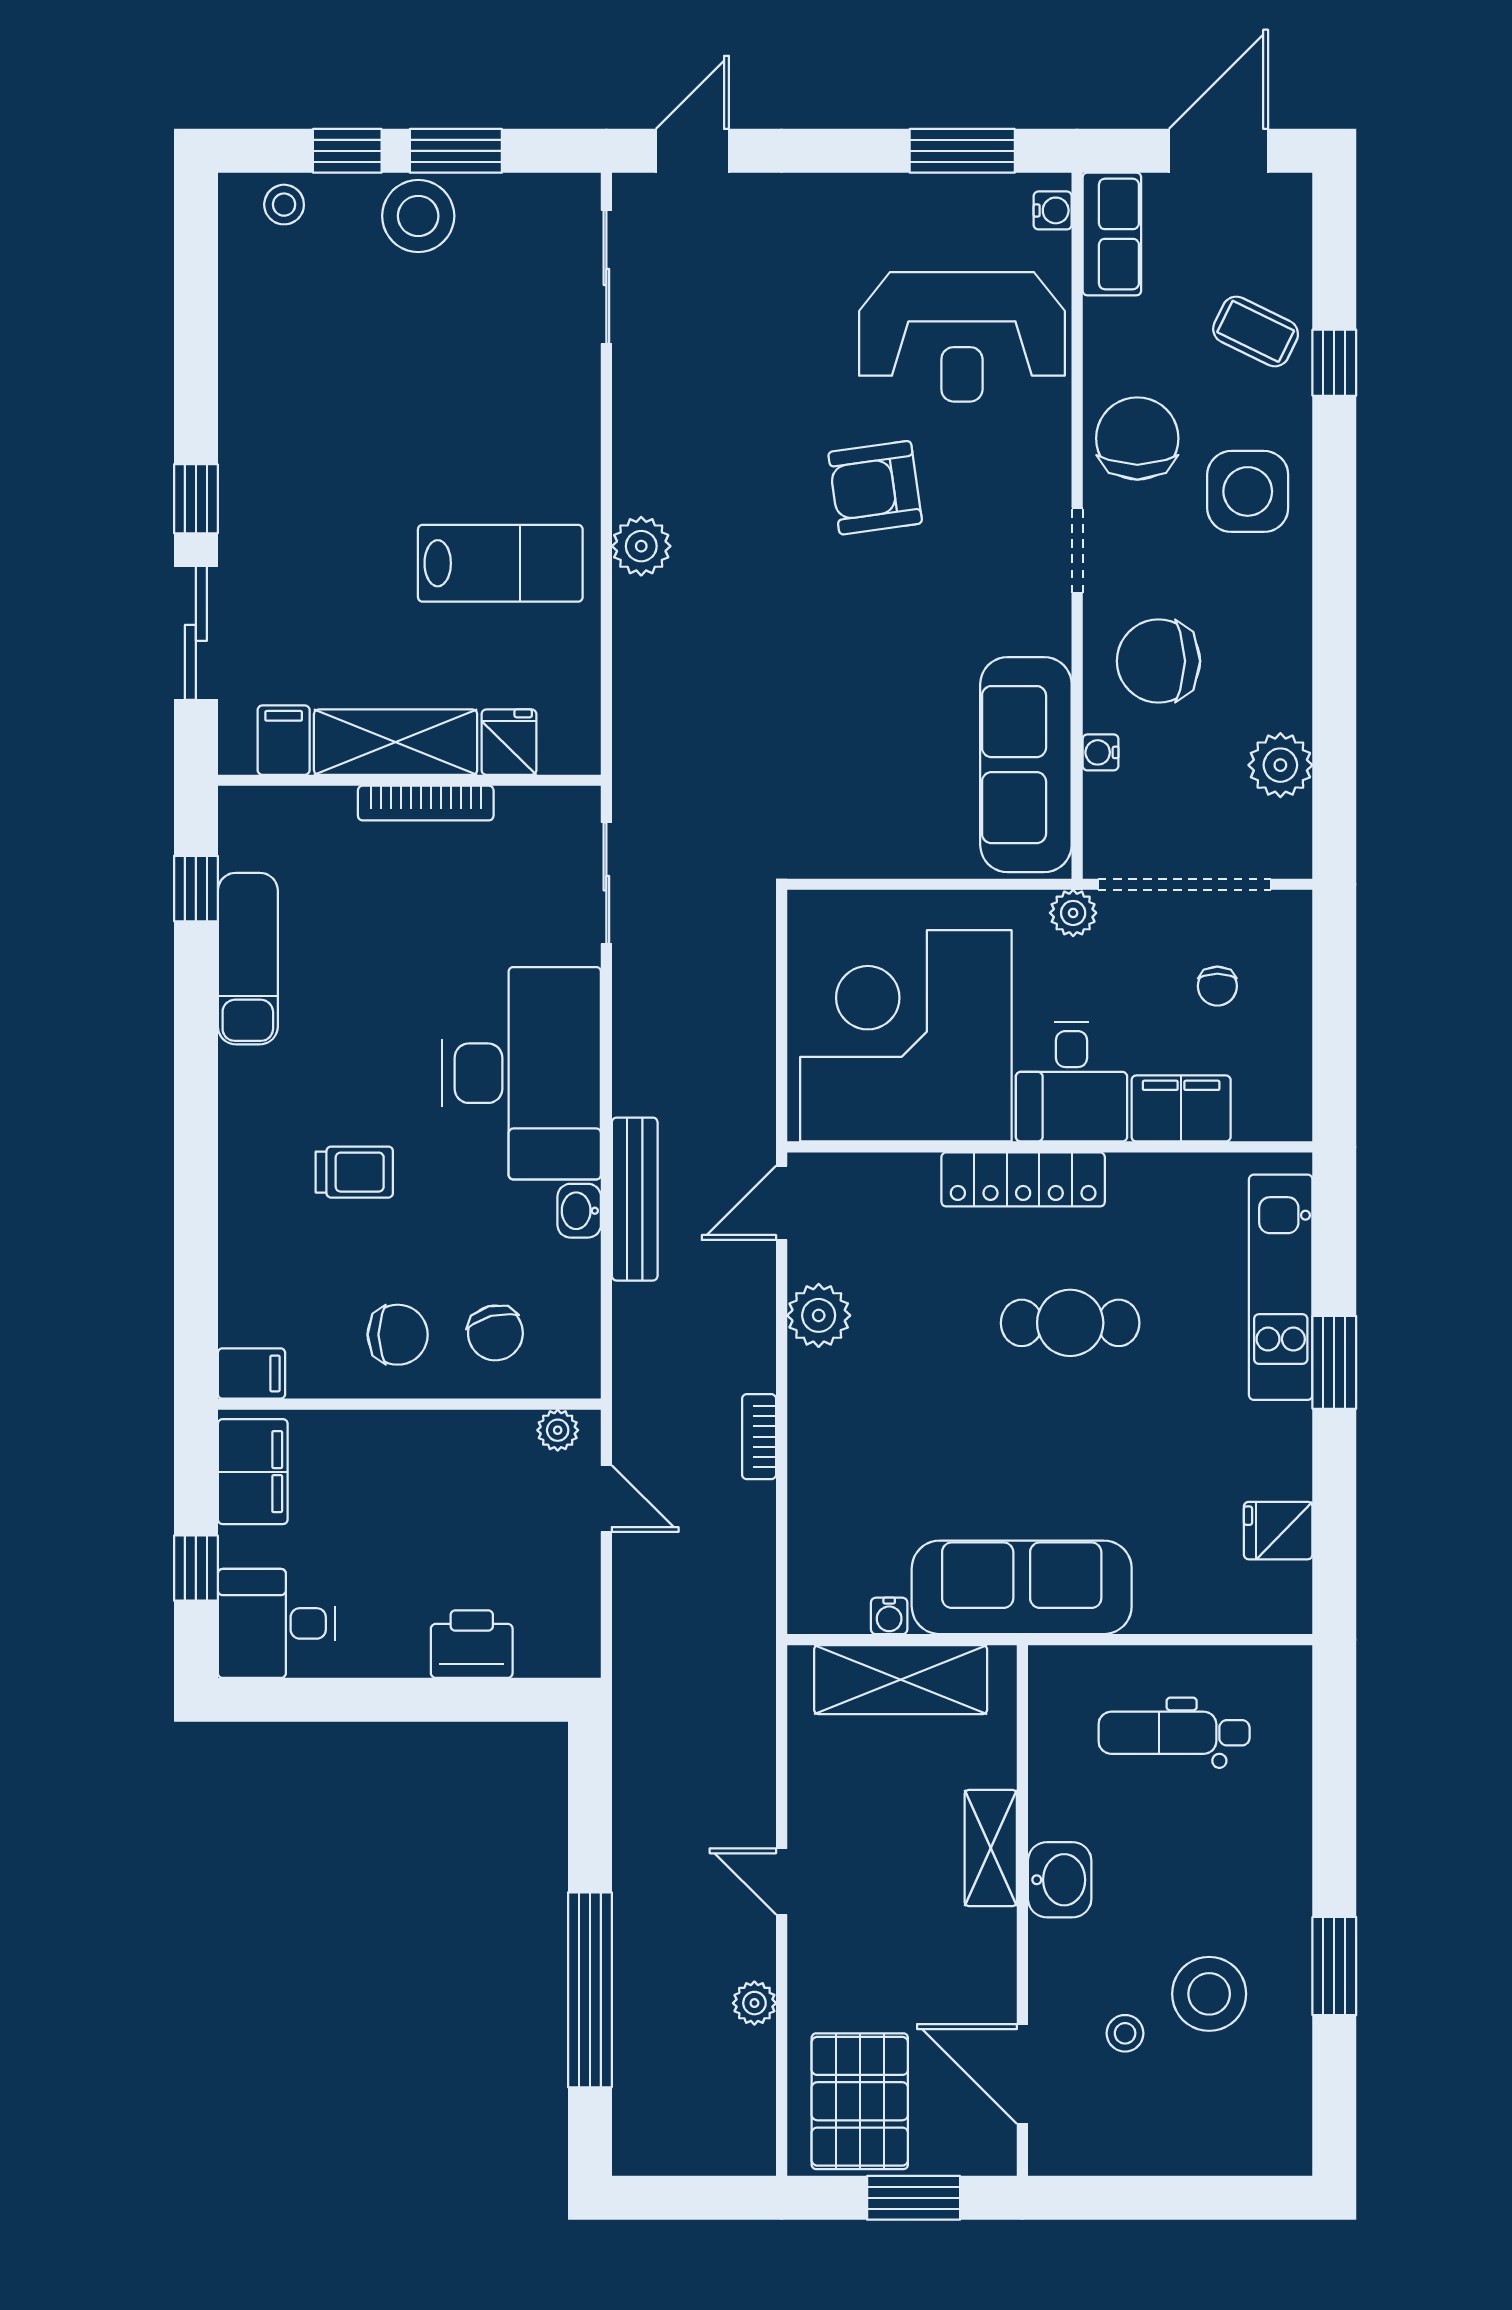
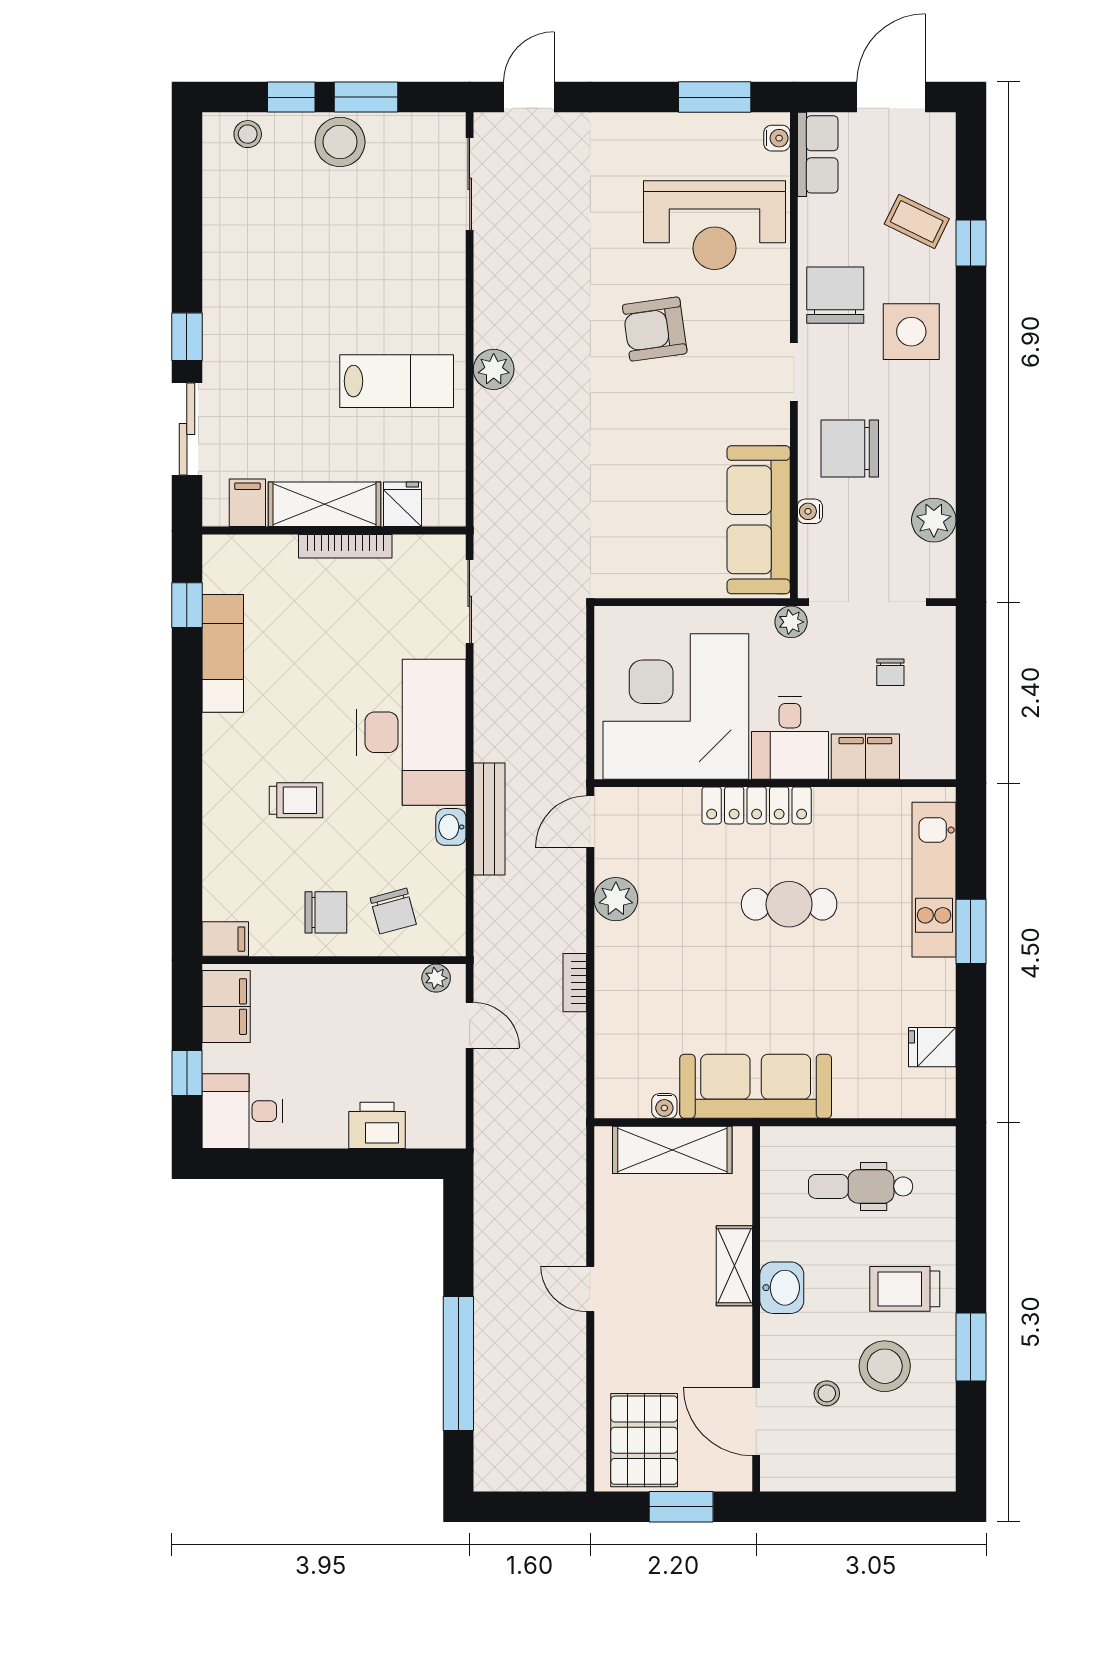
trolley: (1238, 1882) -> (905, 1289), added
plant: (754, 2003) -> (572, 1373), removed

